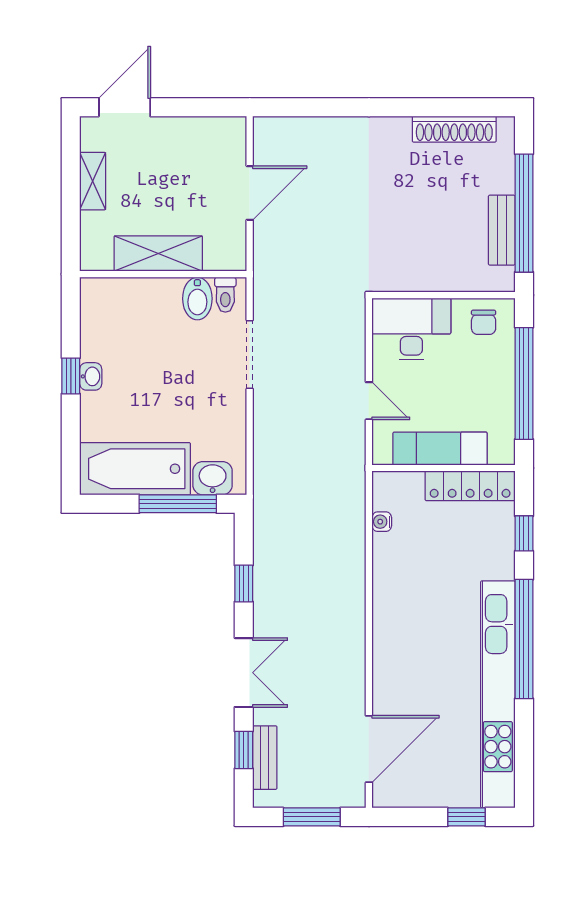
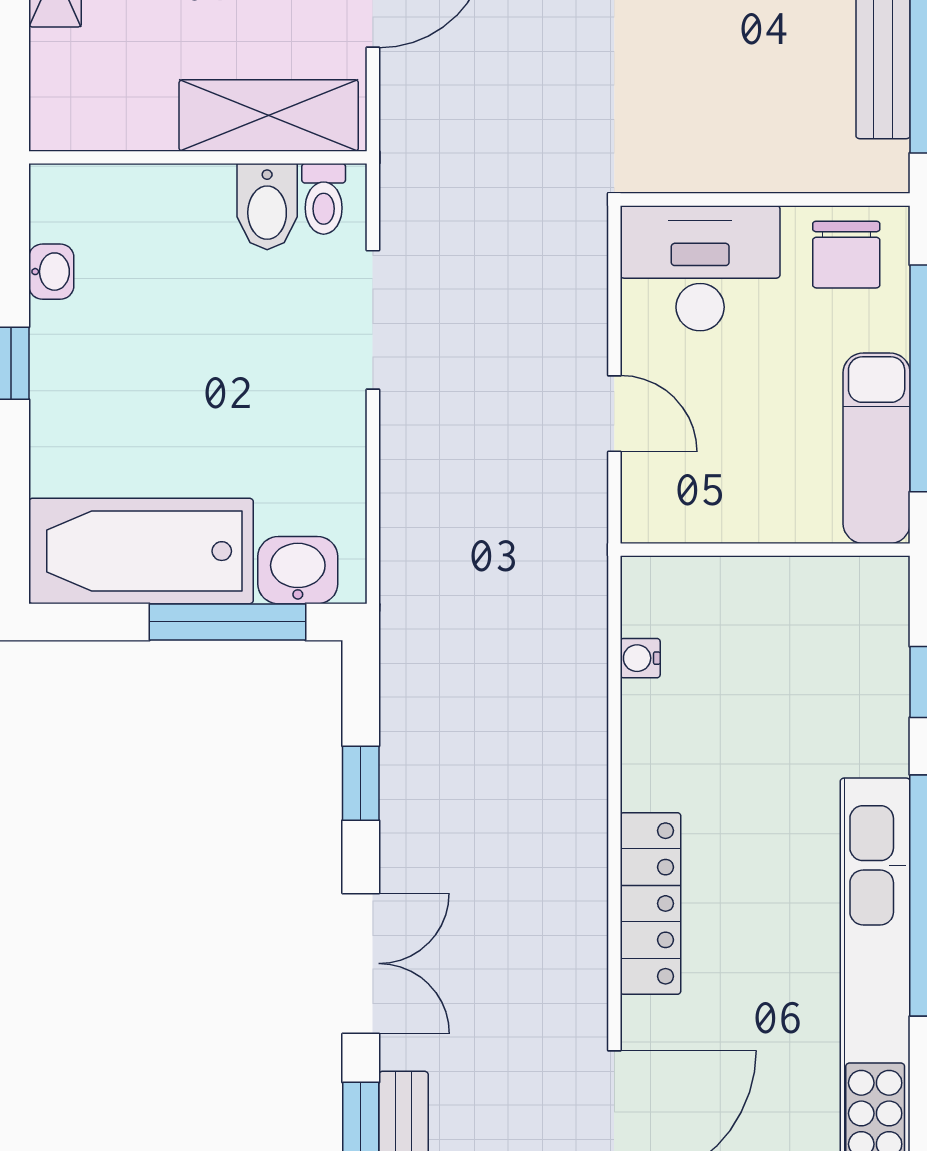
shelving: (158, 254) -> (269, 115), moved
chair: (484, 322) -> (846, 255), width x1.37, depth x1.37
washbasin: (91, 376) -> (51, 272), moved
exam couch: (440, 449) -> (877, 448), moved, turned -90
locker: (470, 486) -> (650, 903), moved, turned -90

